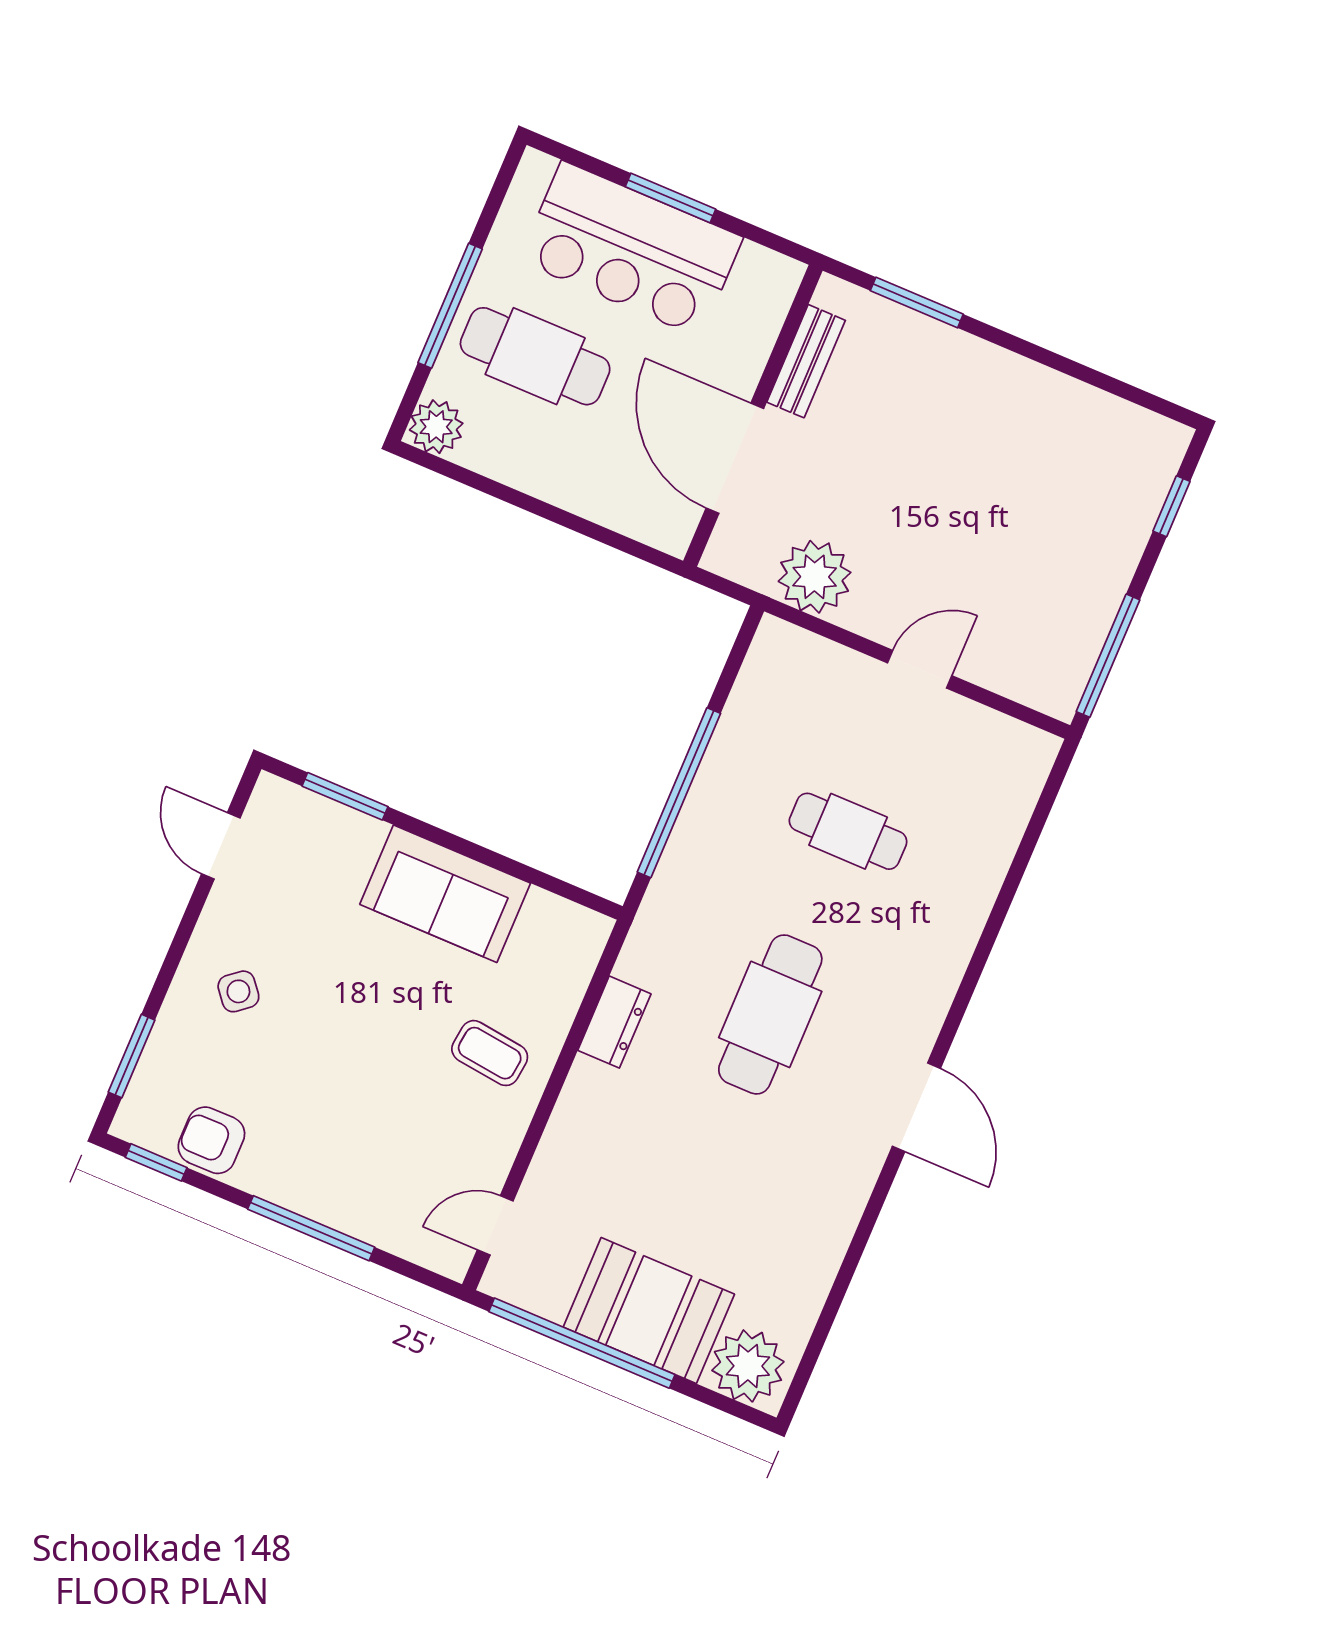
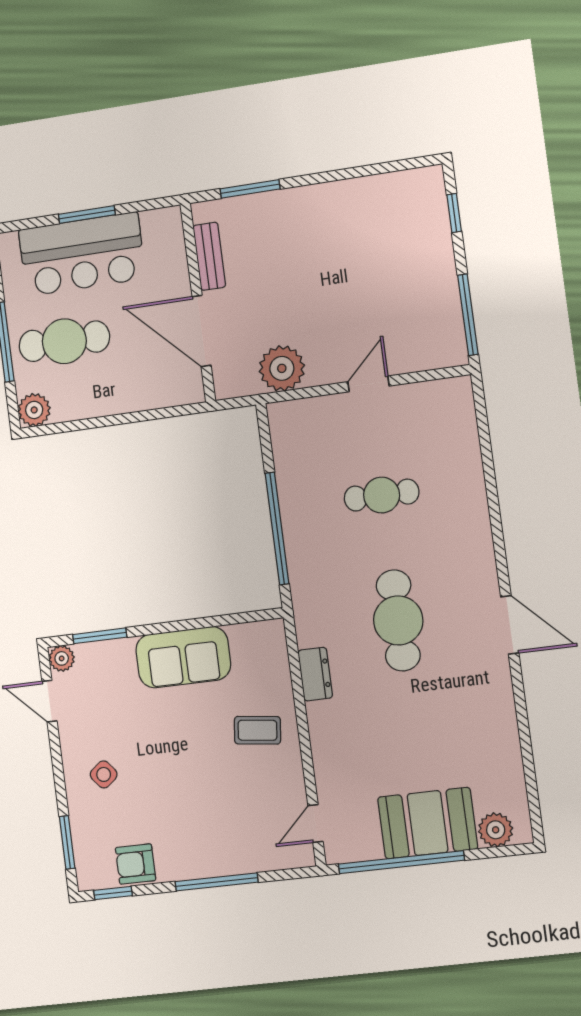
plant: (273, 797) -> (62, 658), added
plant: (748, 1366) -> (496, 830), width x0.73, depth x0.73

